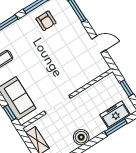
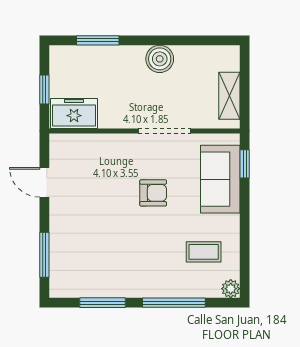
armchair: (46, 21) -> (153, 193), moved, turned 90
freezer: (115, 115) -> (74, 113), moved, turned 180

